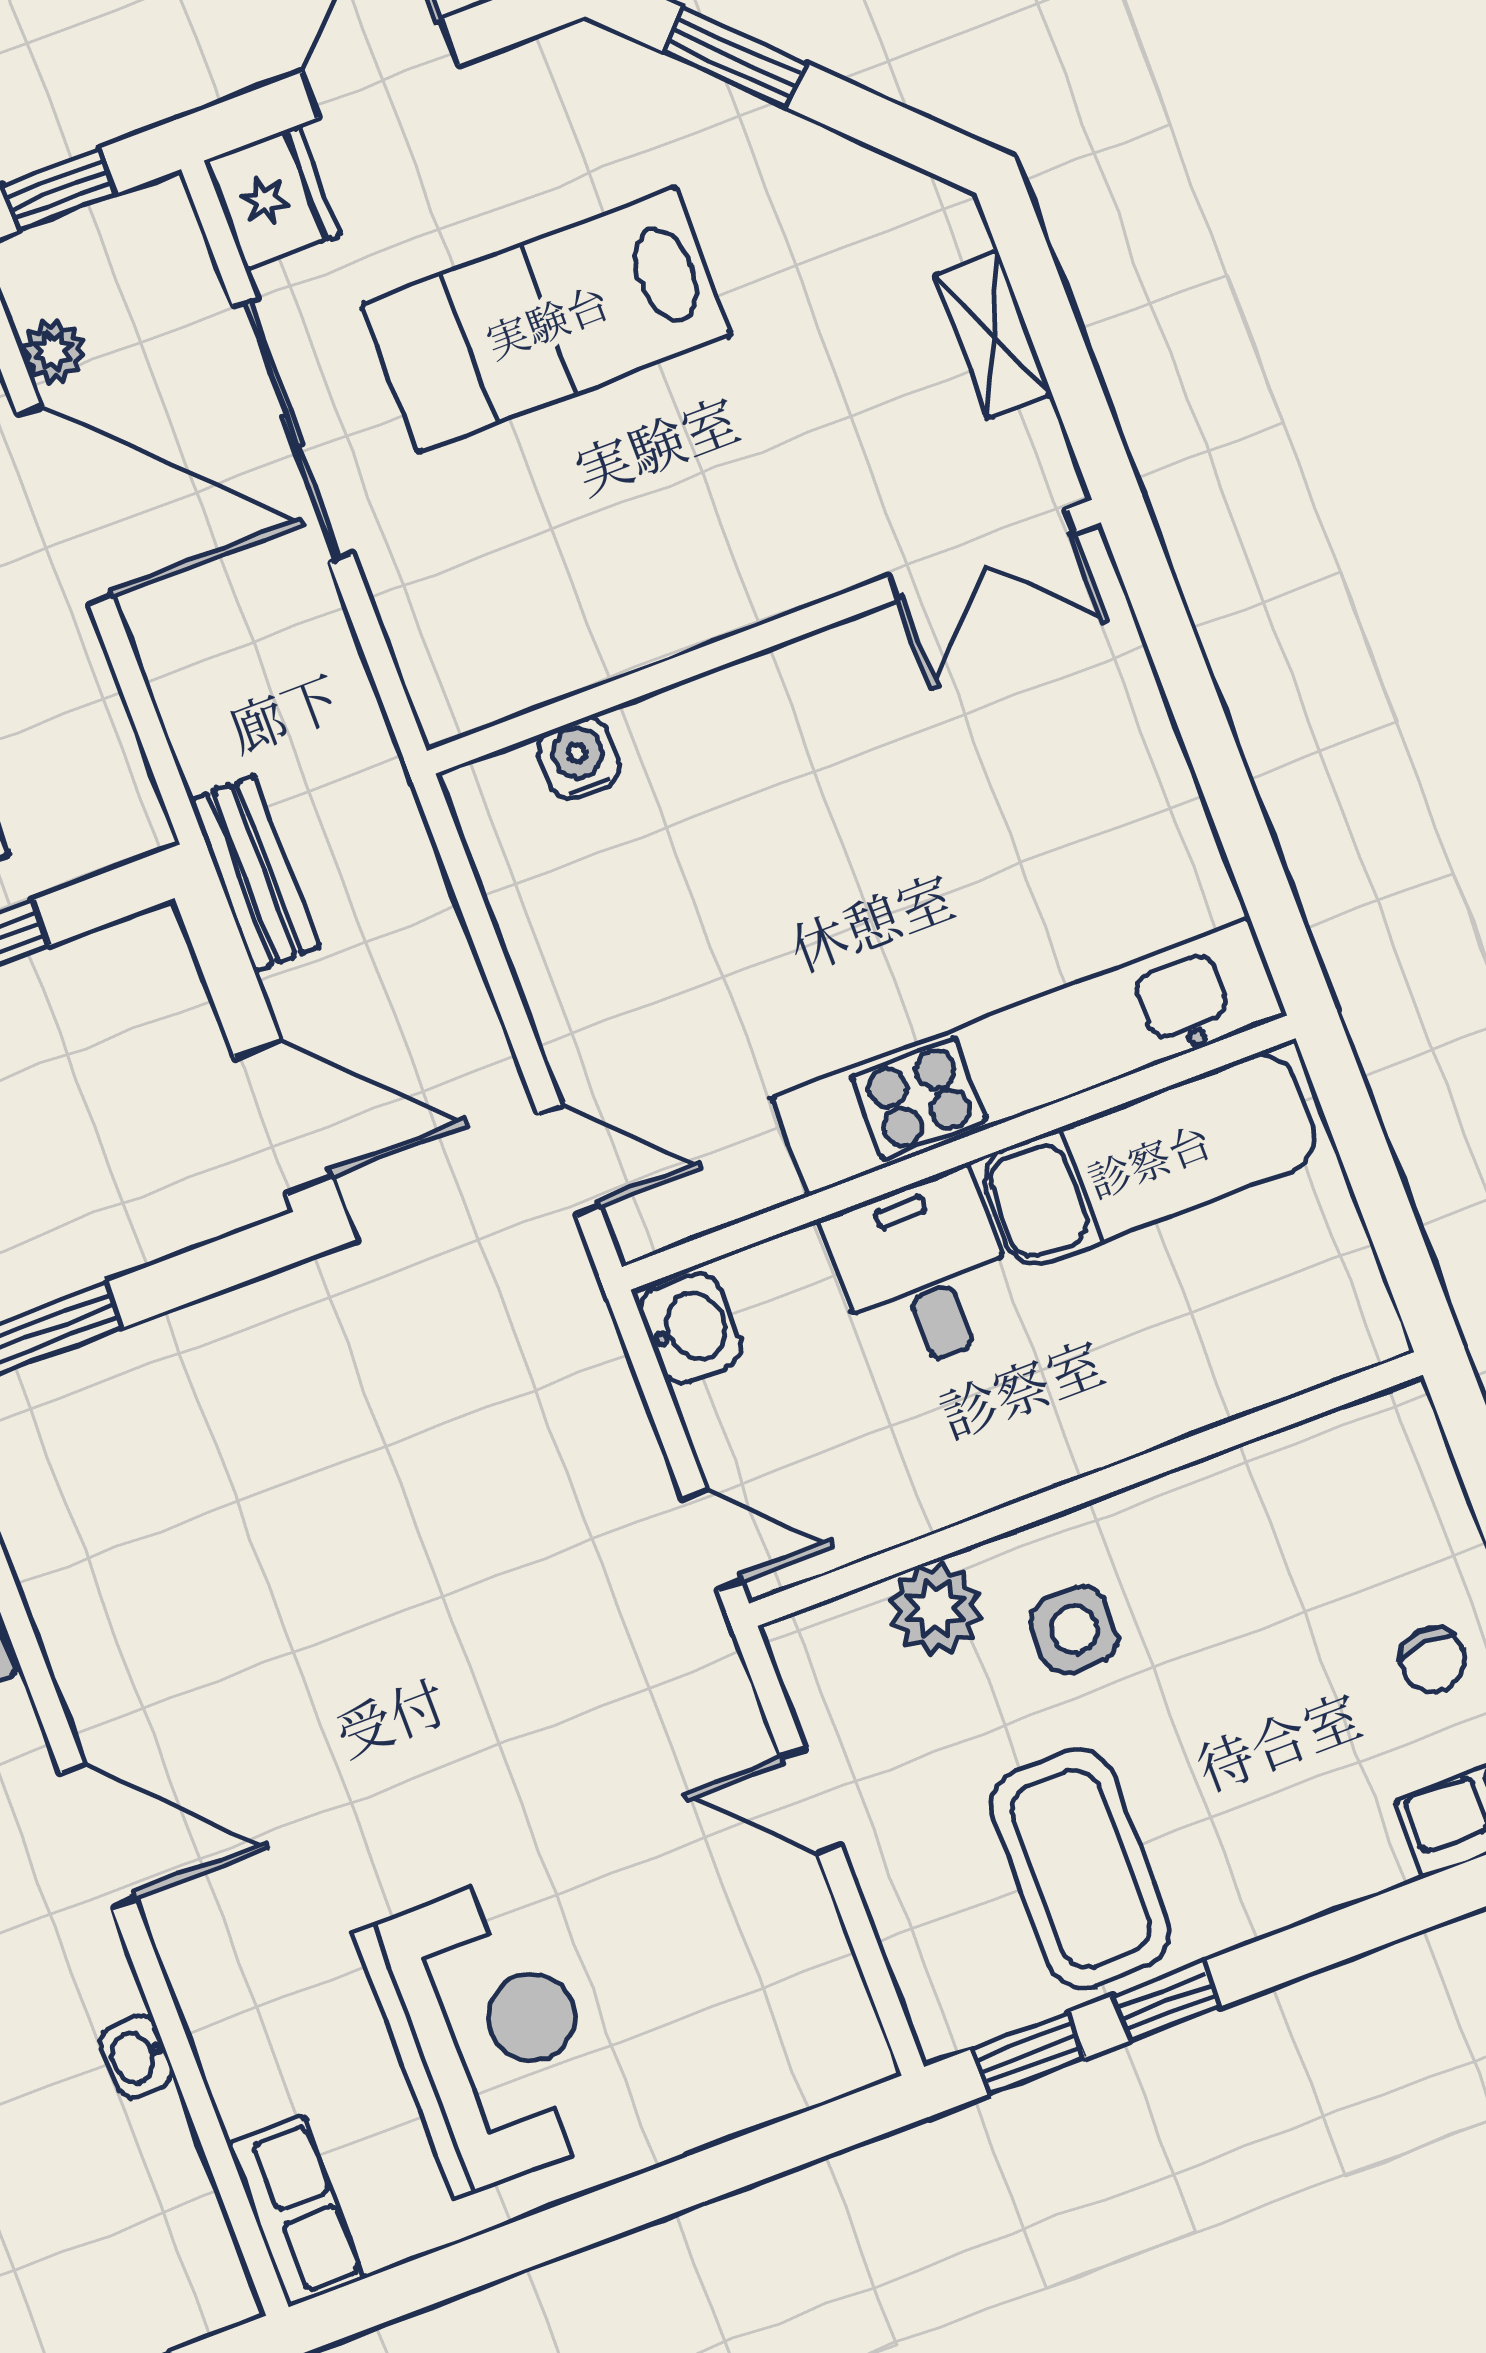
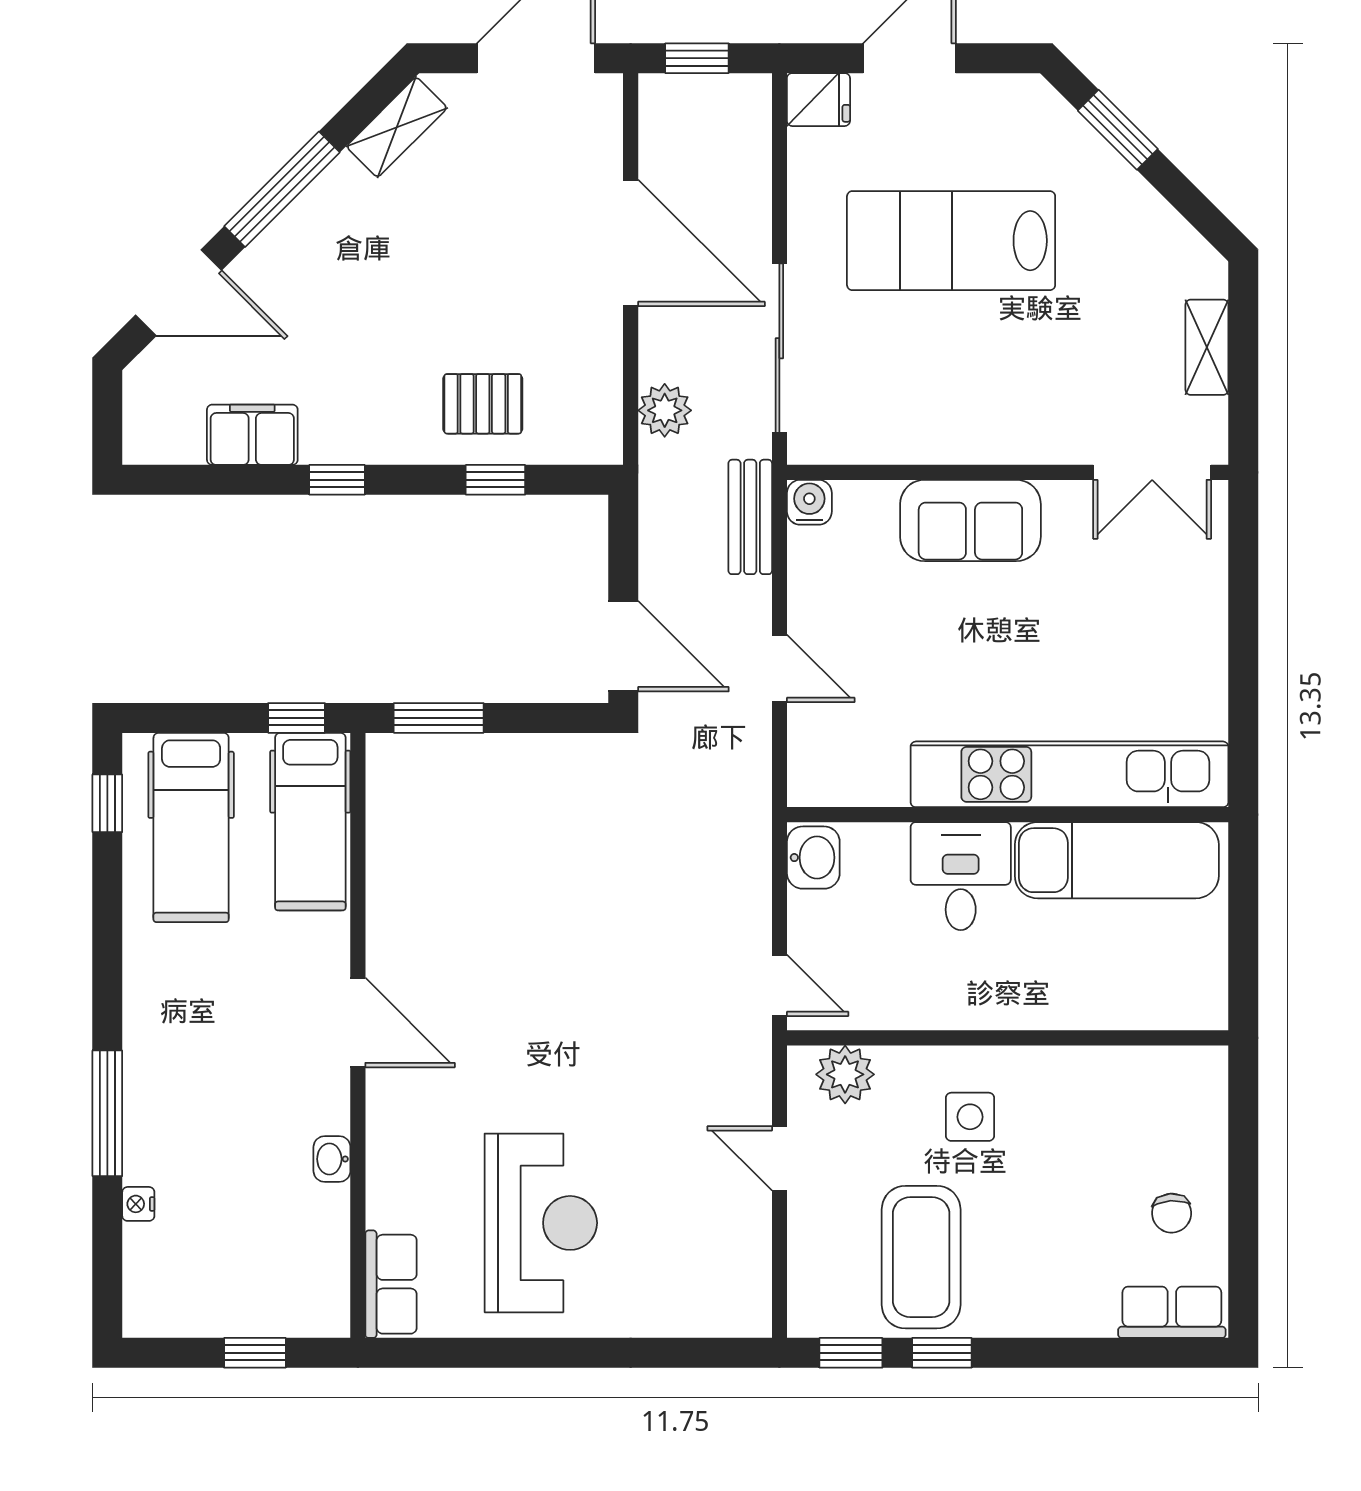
fridge: (272, 198) -> (818, 100), width x0.72
plant: (53, 351) -> (665, 410), moved, width x1.38, depth x1.38
sliding door: (293, 430) -> (779, 348), moved
sofa: (735, 730) -> (970, 520), added
water cooler: (579, 758) -> (809, 502), moved
bench: (254, 874) -> (750, 517), moved
door: (569, 1160) -> (779, 668), moved
plant: (936, 1609) -> (845, 1074), moved

